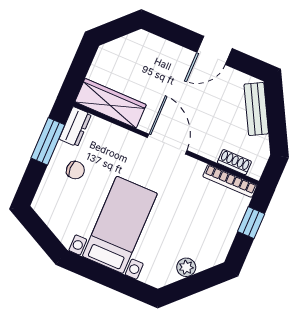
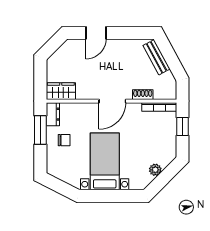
door: (215, 50) -> (96, 33), moved
wardrobe: (111, 103) -> (61, 91), width x0.67
door: (167, 144) -> (112, 101), swing flipped
shoe rack: (234, 162) -> (143, 95), moved

